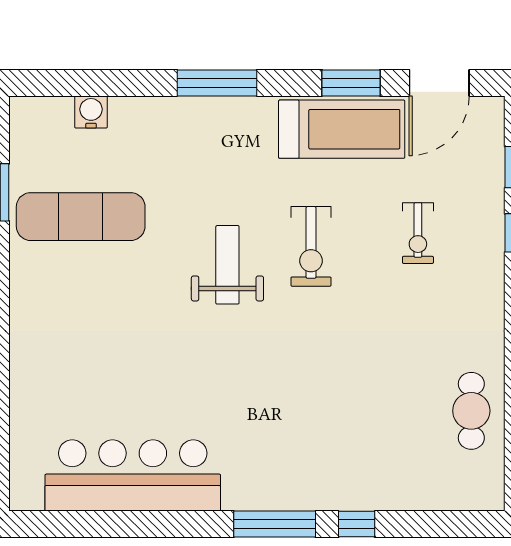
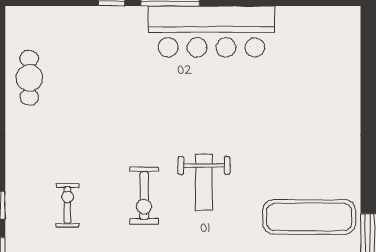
exercise bike: (311, 246) -> (144, 196), turned 180
bar counter: (133, 475) -> (211, 32), moved

